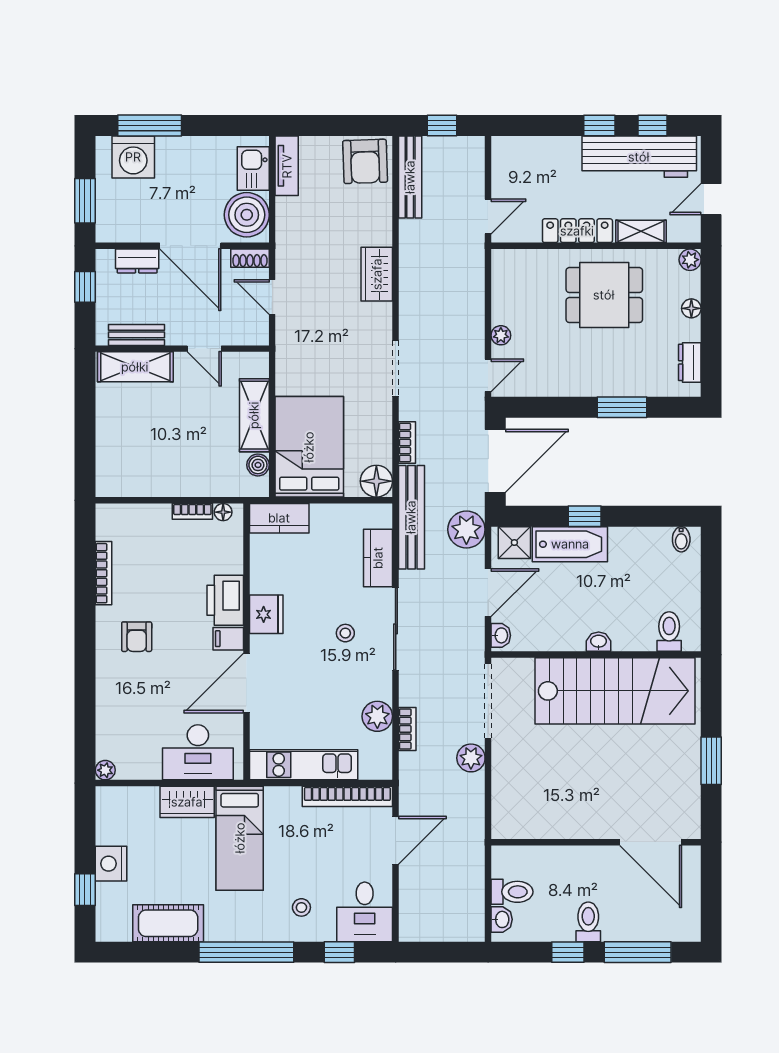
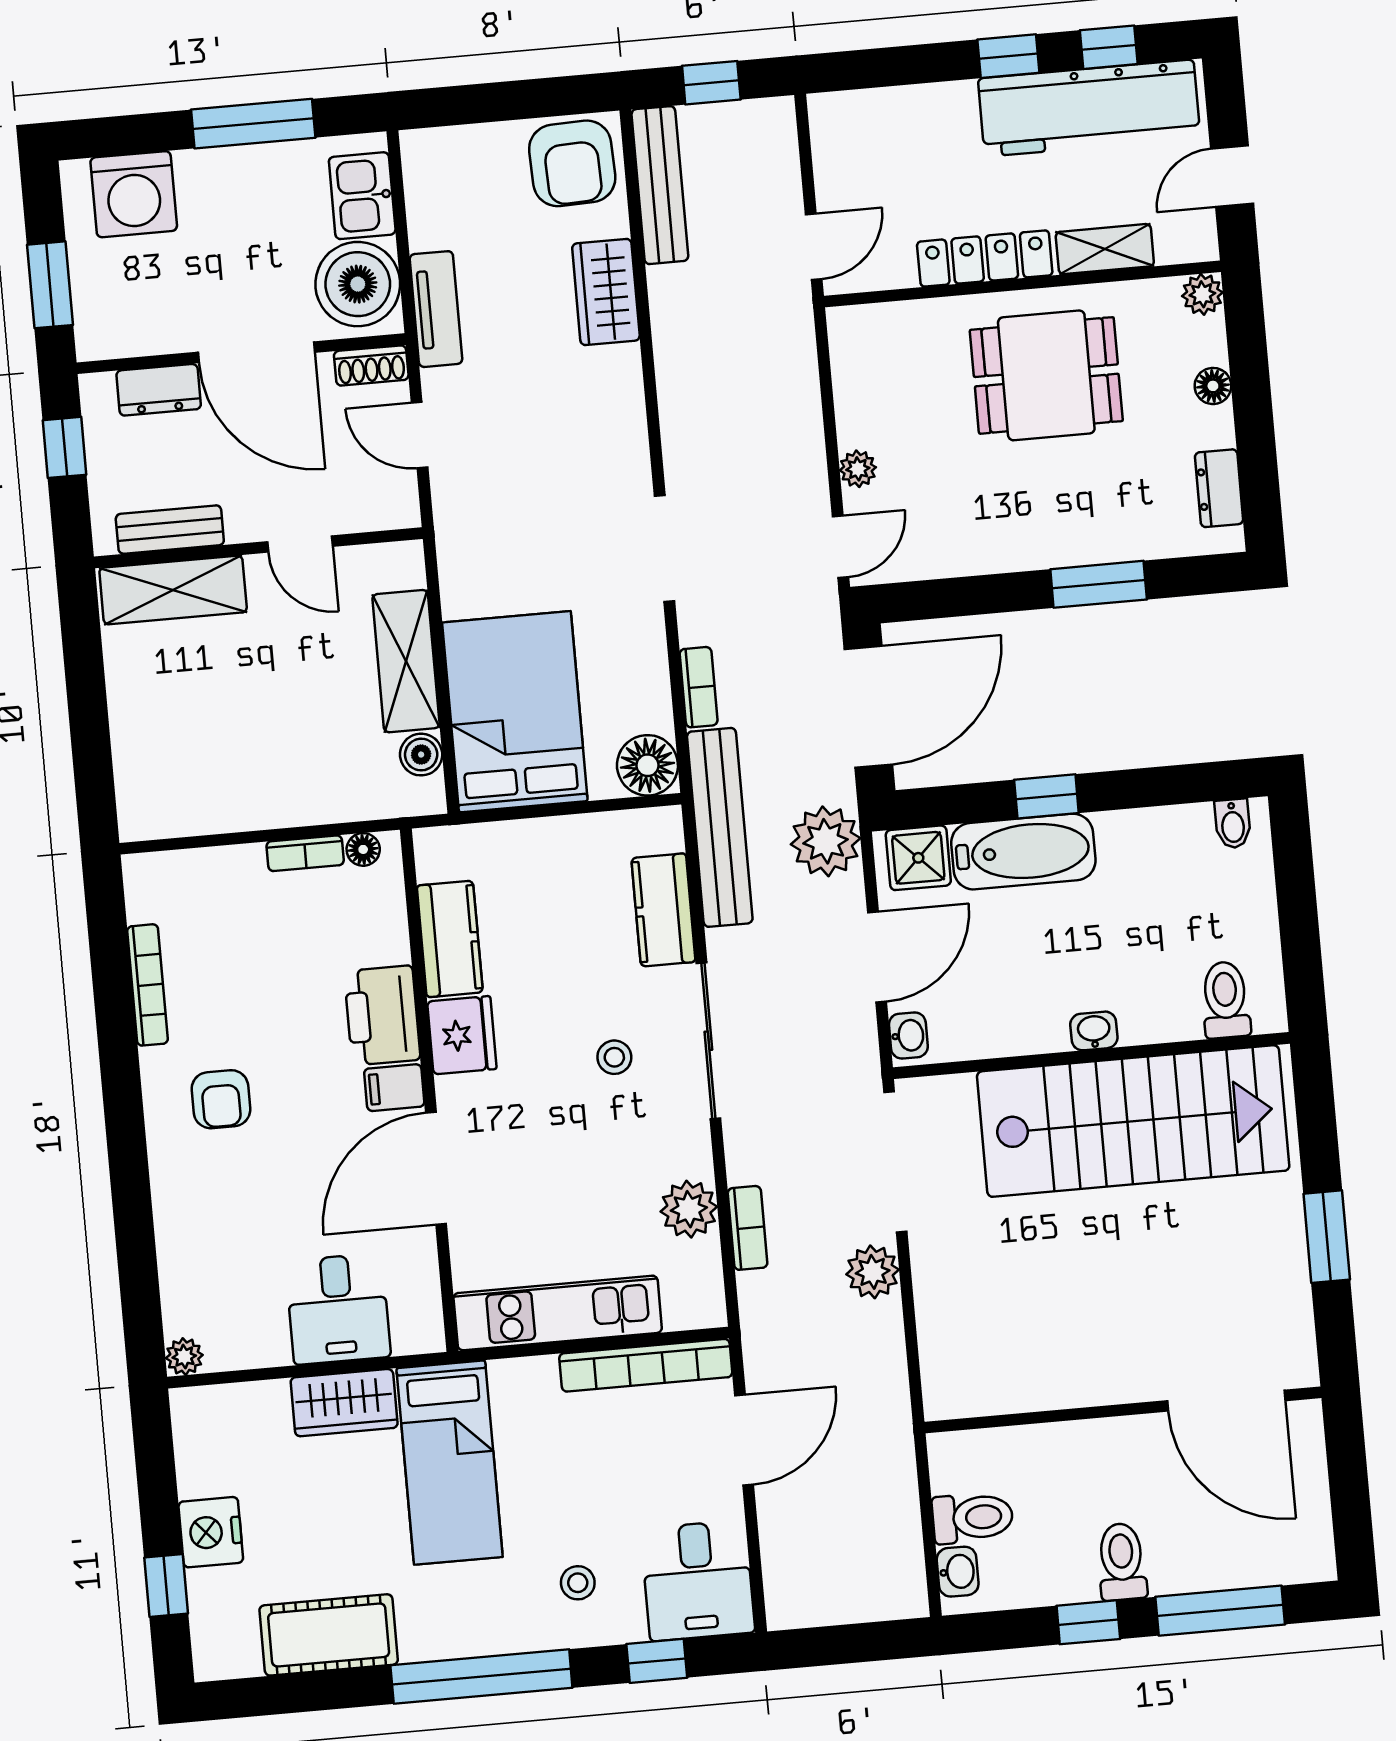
window: (150, 126) -> (253, 124), moved
tv unit: (287, 166) -> (436, 309), moved
wardrobe: (377, 274) -> (606, 292), moved
kitchen counter: (279, 518) -> (450, 939), moved, turned -90
desk: (198, 752) -> (338, 1309), width x0.73

